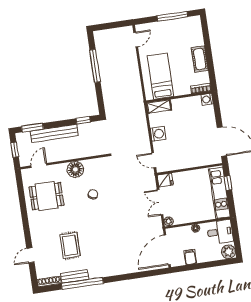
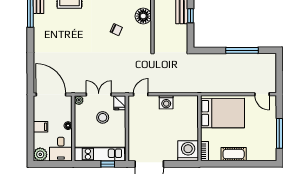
bed: (160, 76) -> (222, 113), width x1.50
washing machine: (207, 99) -> (188, 151), width x1.89, depth x1.89
shelving: (159, 107) -> (193, 107), removed
window: (83, 120) -> (190, 16), moved
stool: (182, 195) -> (103, 117), added
filing cabinet: (190, 257) -> (41, 127), moved

